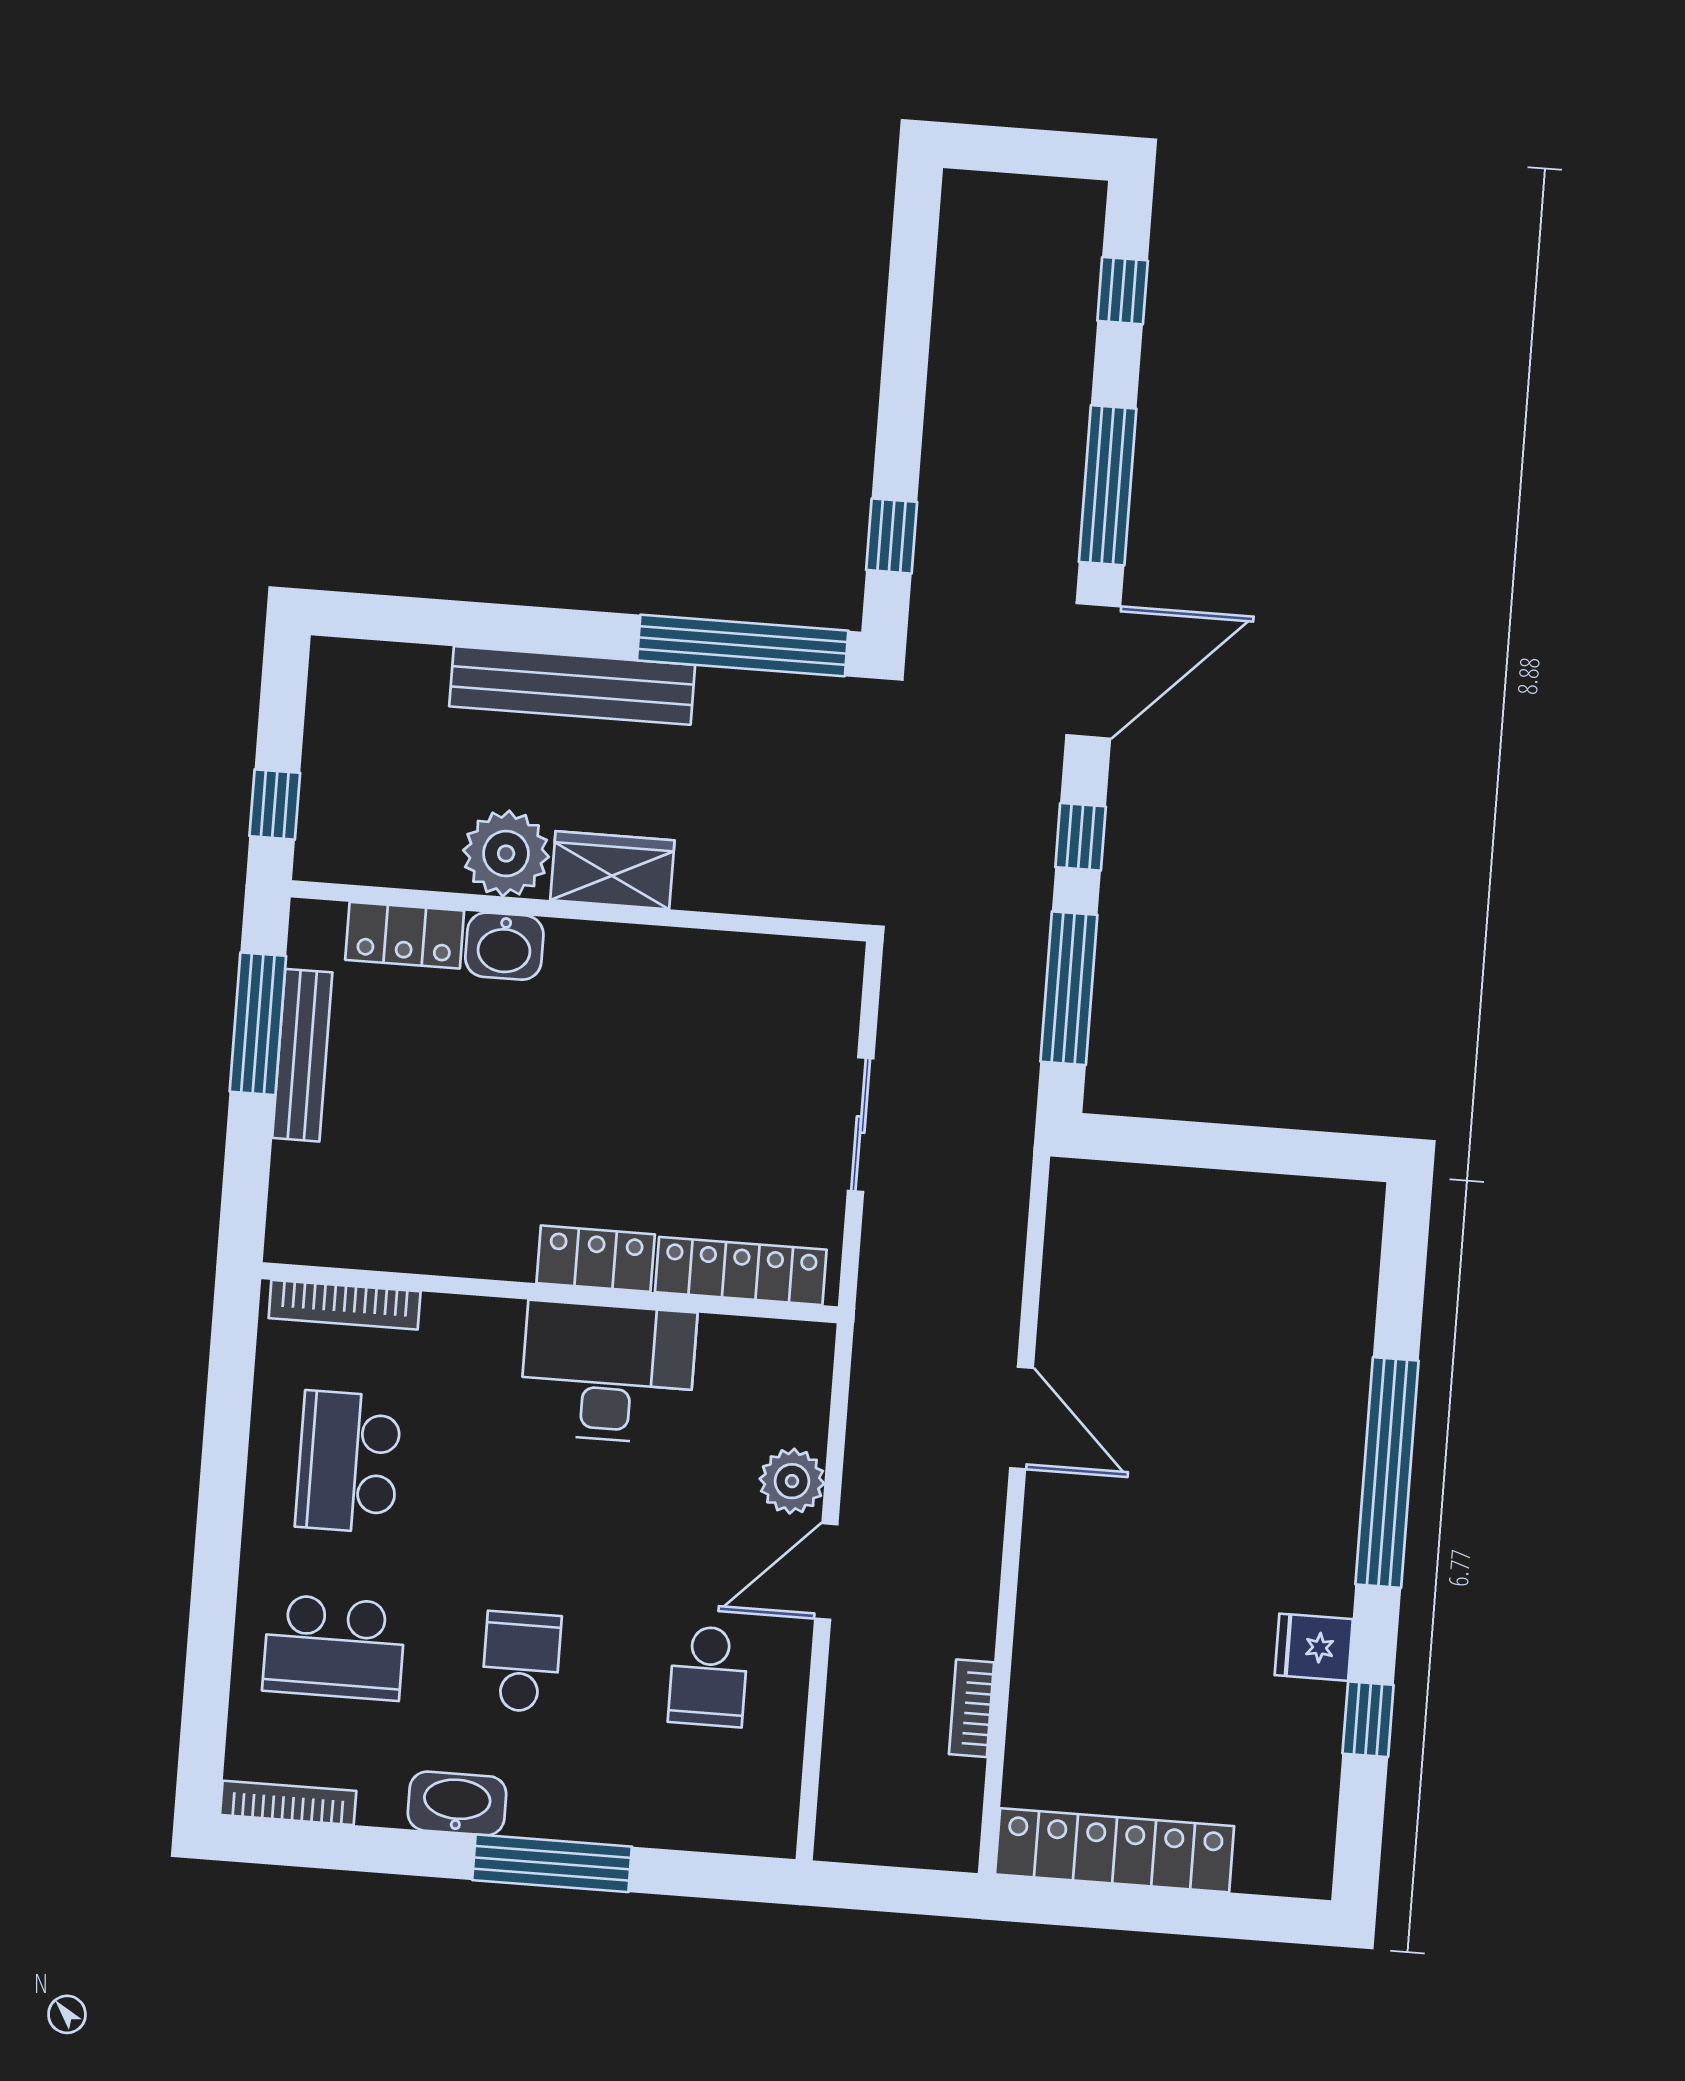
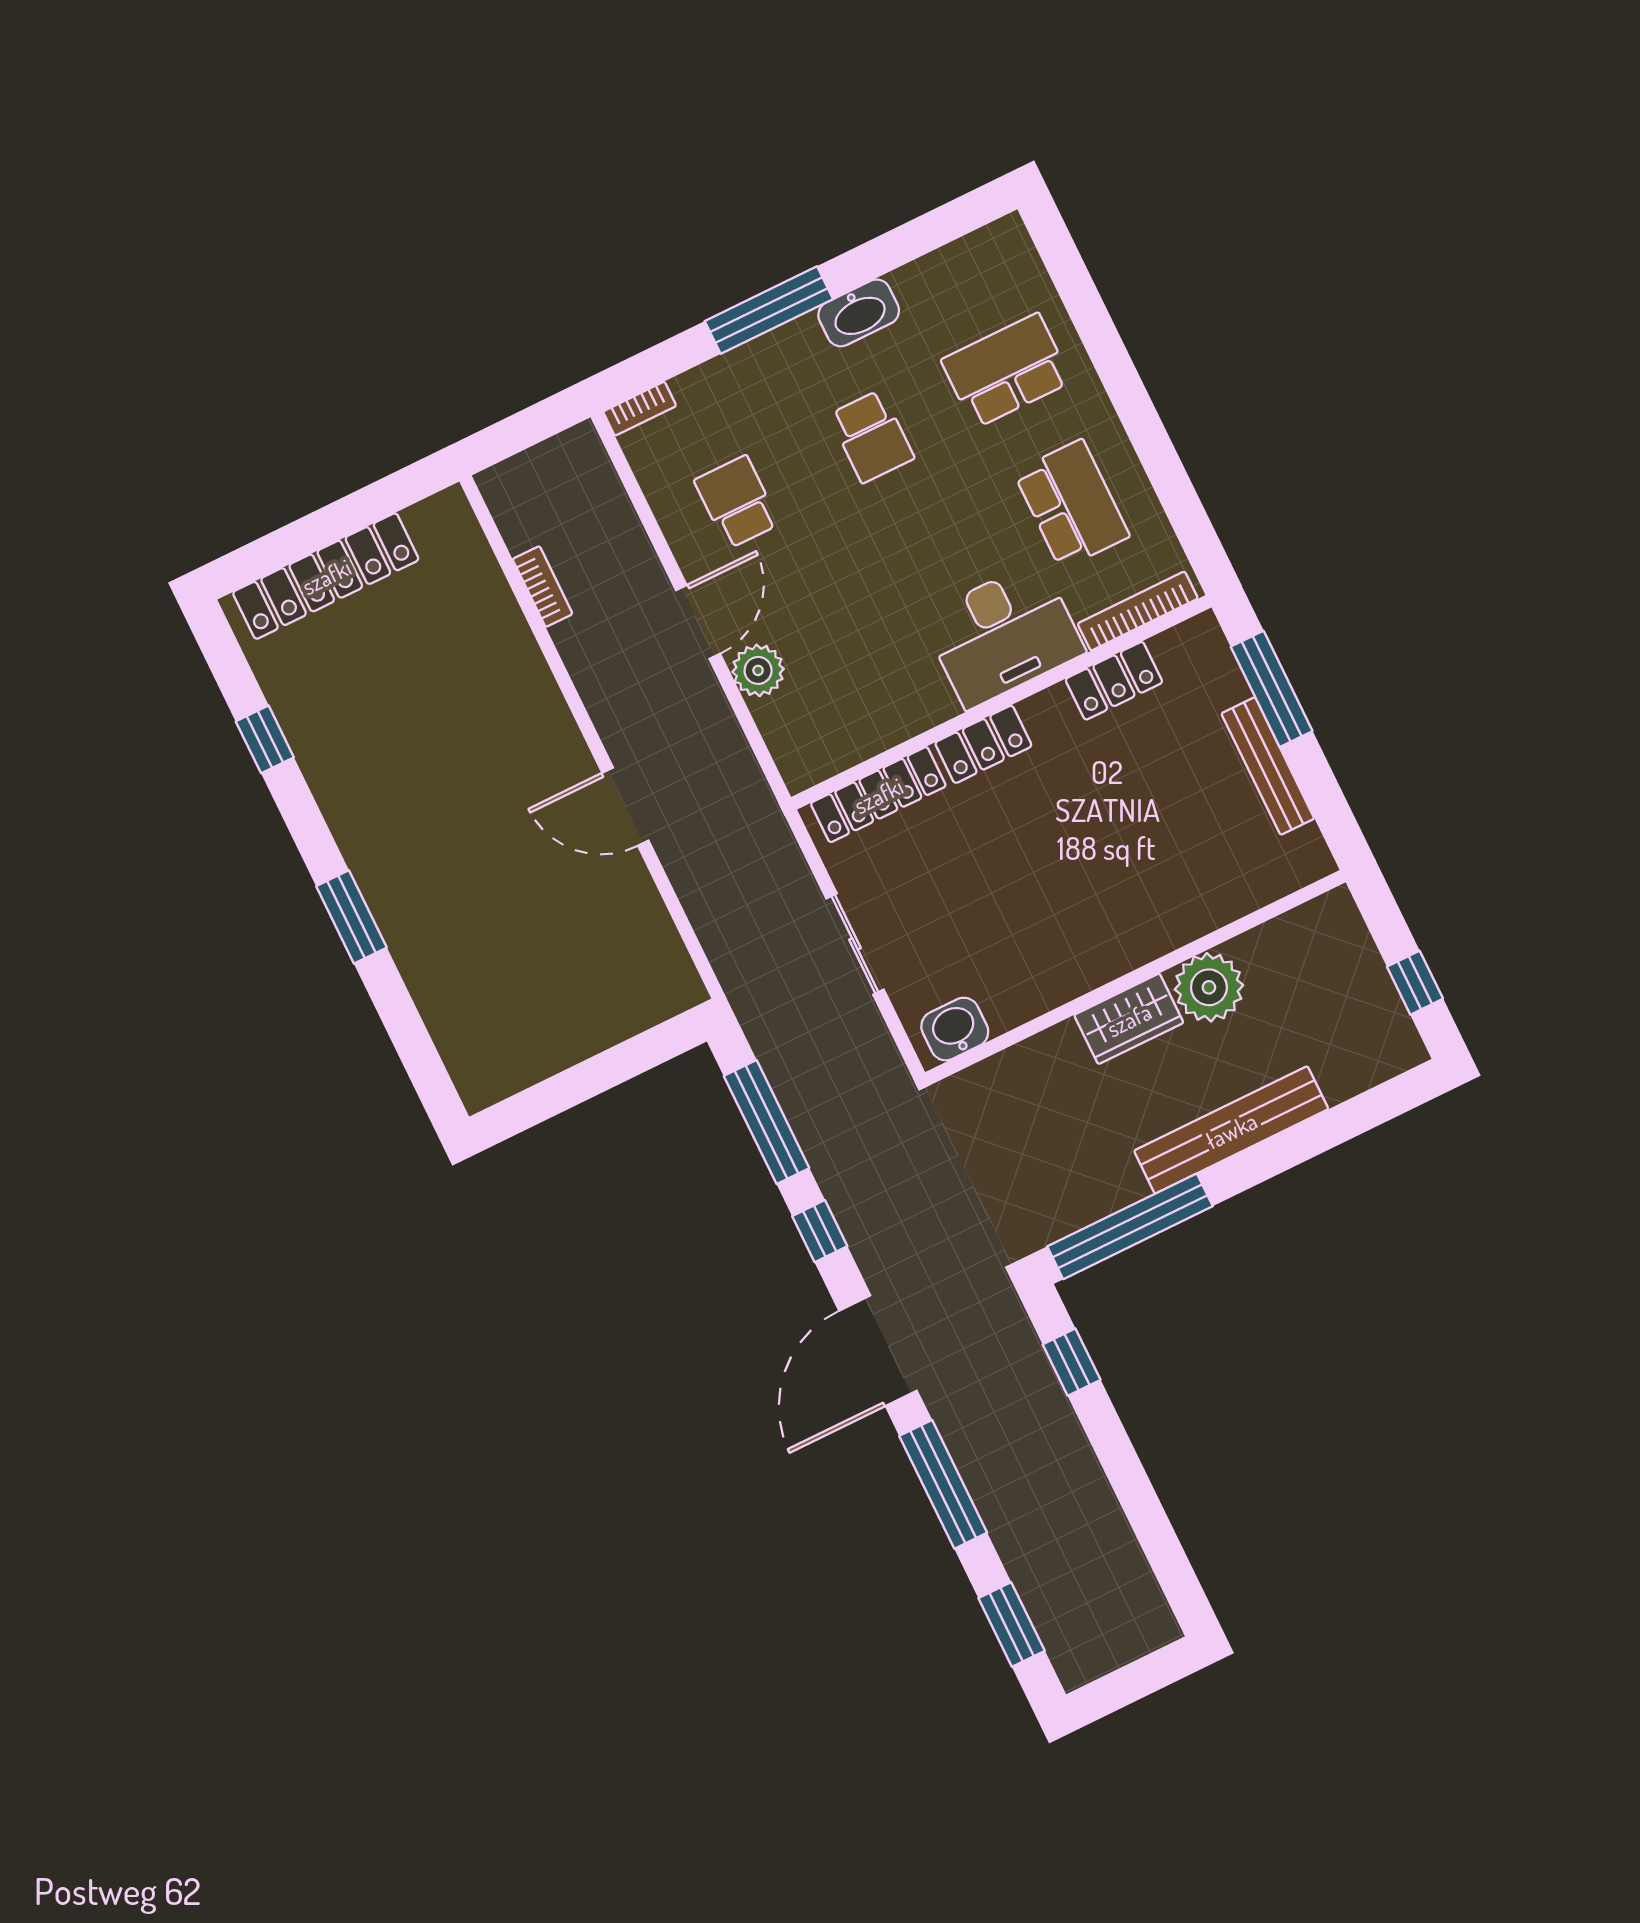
window: (1123, 291) -> (1012, 1624), width x1.50
window: (275, 804) -> (1415, 983), moved
locker: (405, 935) -> (1114, 681), moved, turned 180
washbasin: (504, 946) -> (955, 1029), moved
window: (258, 1024) -> (1272, 689), moved
desk: (608, 1373) -> (1003, 634), moved
window: (1387, 1473) -> (351, 917), width x0.47
fridge: (1314, 1647) -> (331, 767), removed
bookcase: (288, 1803) -> (640, 409), moved, width x0.64
locker: (1115, 1850) -> (326, 576), moved

